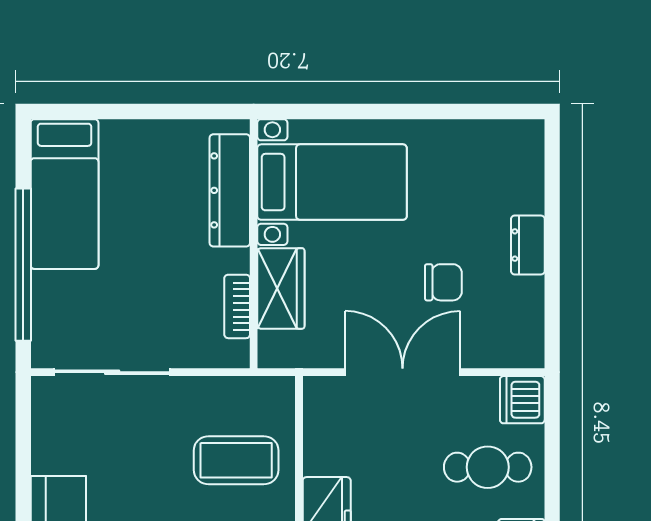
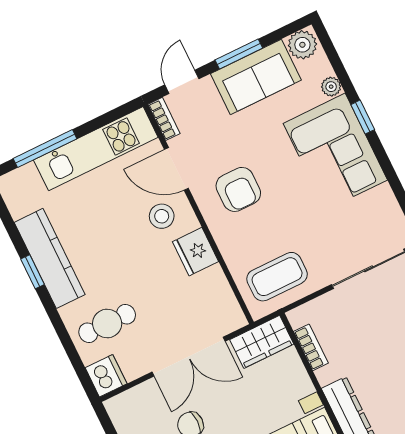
wardrobe: (281, 288) -> (262, 342), moved, turned -90
coffee table: (236, 460) -> (277, 277), moved

